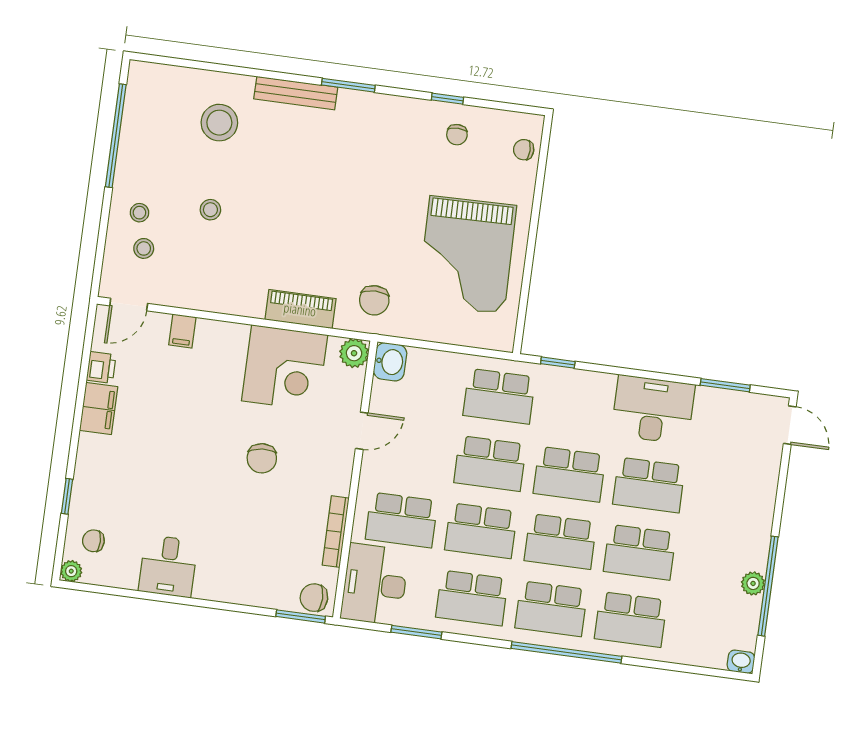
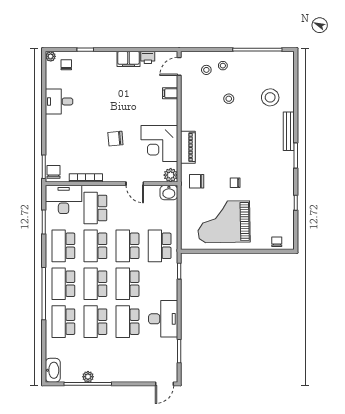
chair: (457, 135) -> (235, 183), moved
door: (129, 305) -> (179, 66), hinge flipped
washbasin: (741, 662) -> (53, 370), width x1.91, depth x1.45

